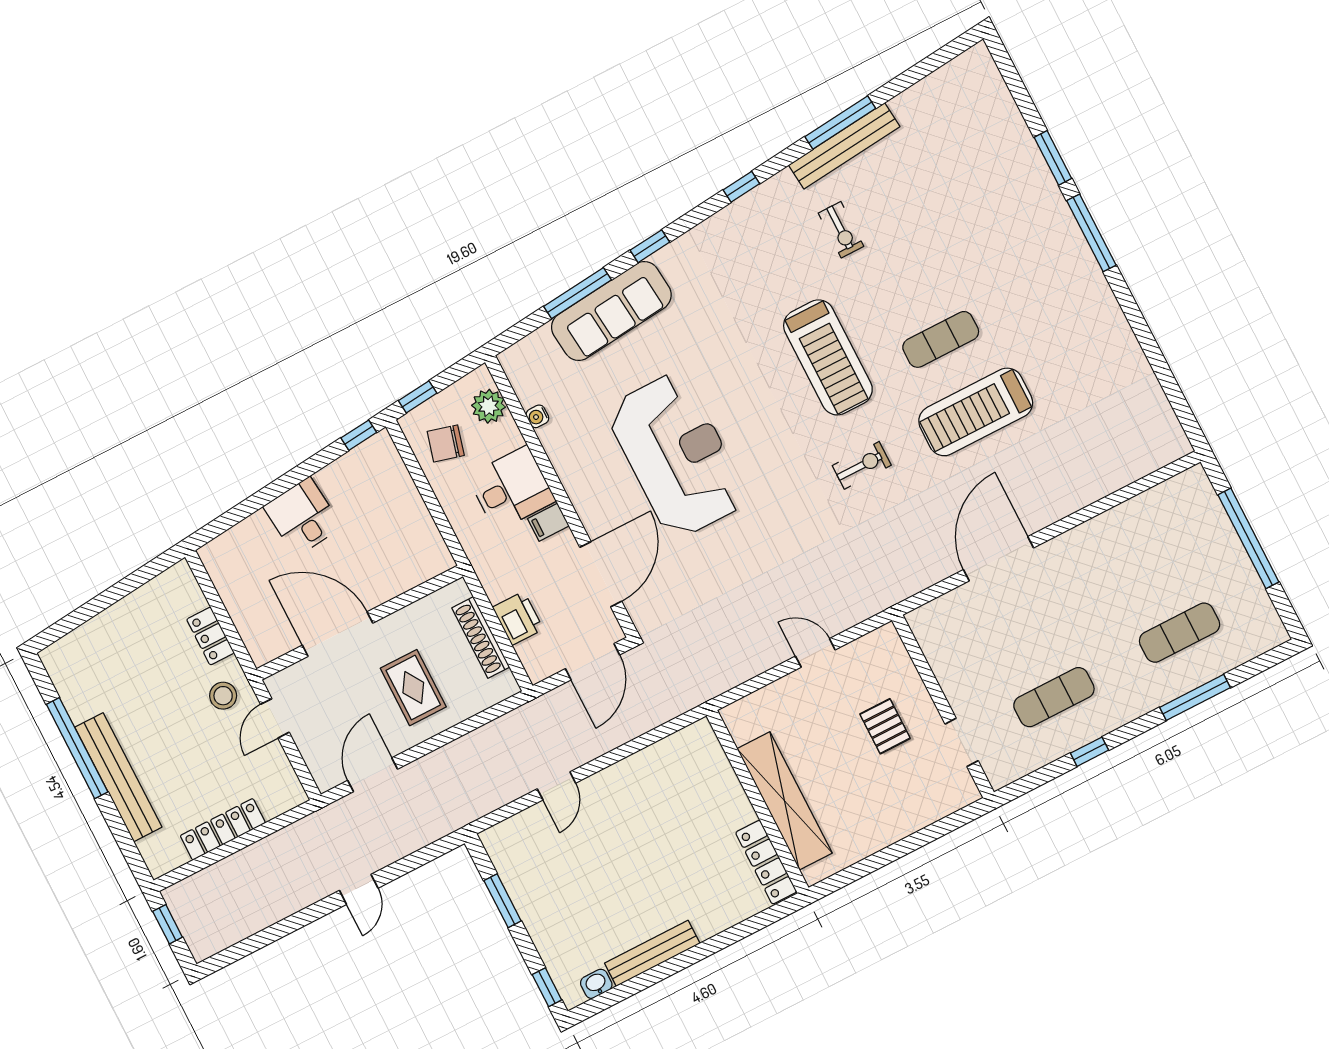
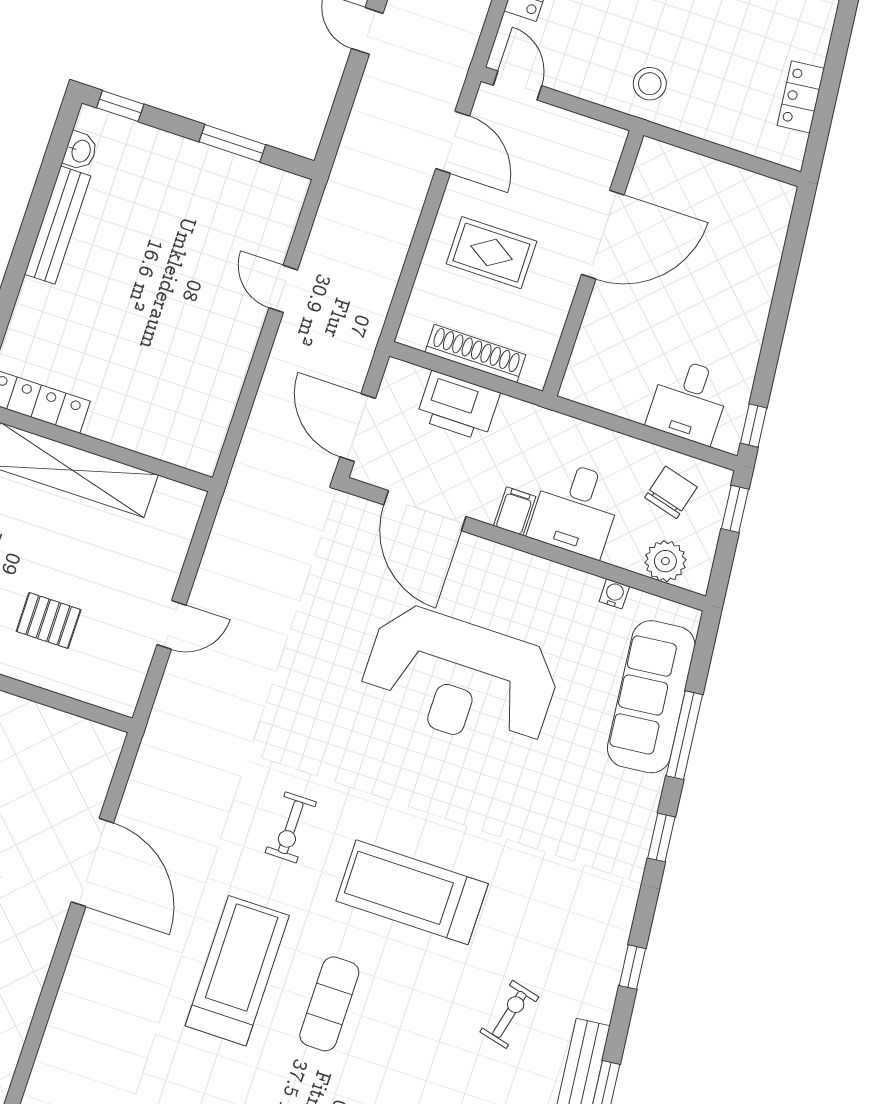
exercise bike: (841, 230) -> (509, 1014), turned 104
sofa: (611, 311) -> (651, 697), moved
desk: (303, 517) -> (689, 401), moved, turned 96
printer: (518, 618) -> (458, 406), width x1.37, depth x1.19
locker: (210, 636) -> (801, 97), moved, turned -96
door: (275, 718) -> (517, 86), moved

